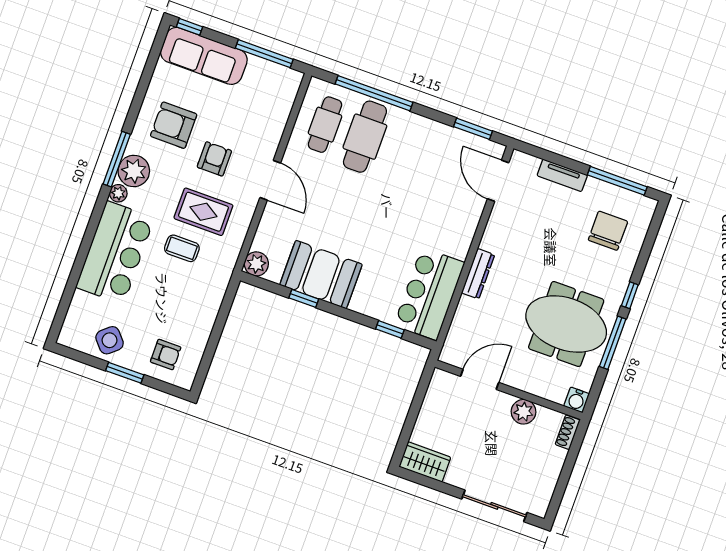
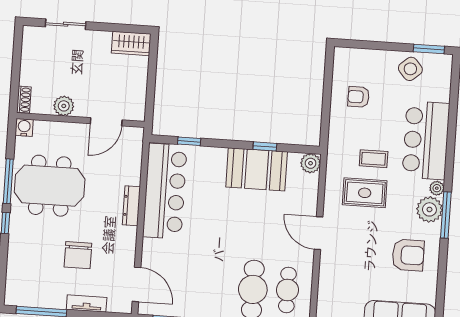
armchair: (214, 159) -> (368, 237), removed
chair: (608, 231) -> (78, 255), moved
bar counter: (429, 294) -> (165, 191), width x1.36
armchair: (166, 354) -> (358, 97), moved
window: (125, 373) -> (429, 49), moved
sliding door: (494, 506) -> (66, 24), width x0.73

